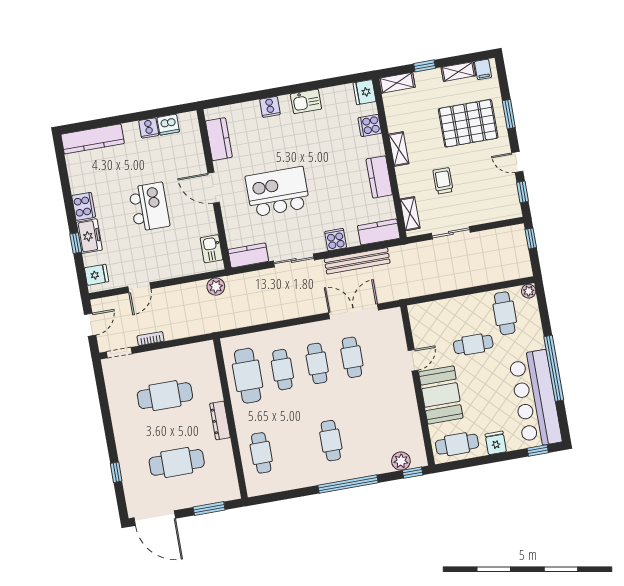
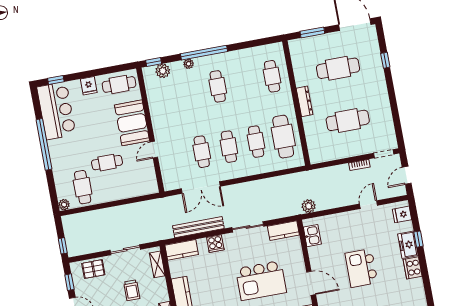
pallet: (492, 208) -> (93, 269), added
bar counter: (535, 399) -> (56, 111), width x0.73
plant: (368, 470) -> (189, 64), added

